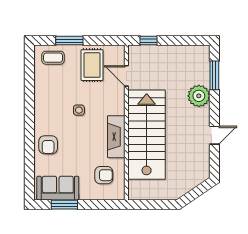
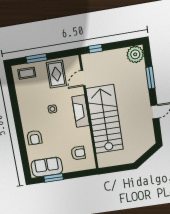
window: (214, 75) -> (150, 78), moved
door: (126, 76) -> (83, 78), hinge flipped
plant: (199, 96) -> (135, 54), moved
fireplace: (116, 137) -> (81, 111), moved

